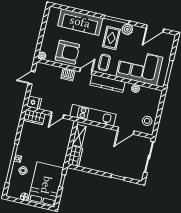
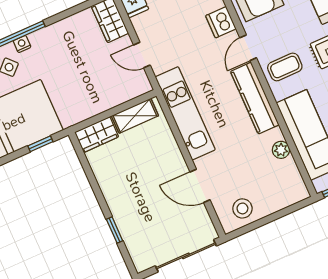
door: (86, 71) -> (248, 48), swing flipped

